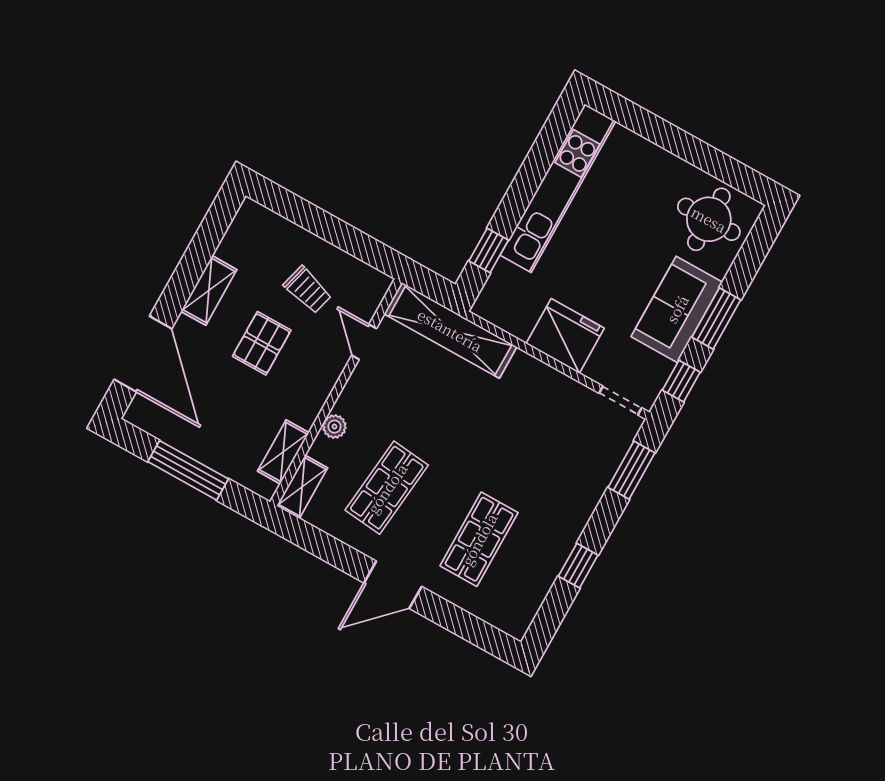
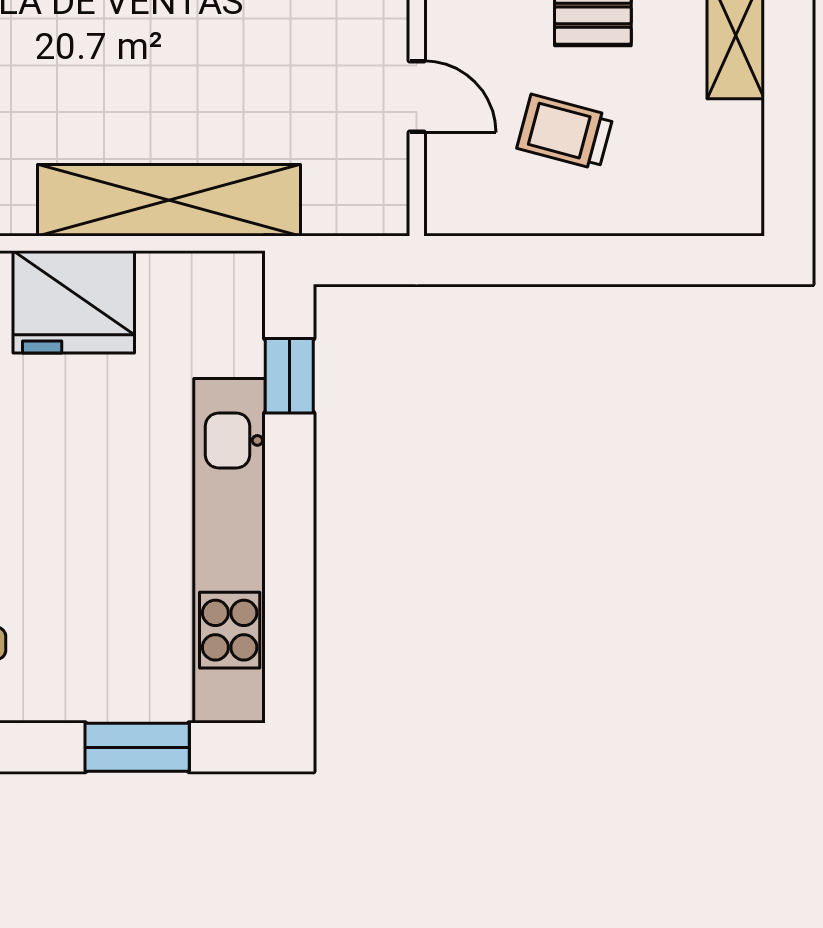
window: (647, 125) -> (137, 747), added
shelving: (450, 330) -> (169, 200), moved

